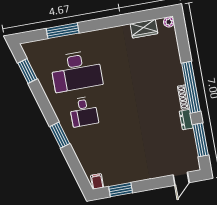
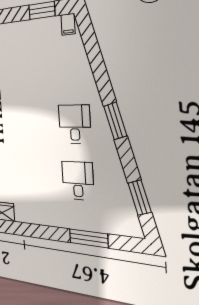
desk: (76, 71) -> (78, 181), width x0.53, depth x0.77
window: (60, 135) -> (115, 121), moved

